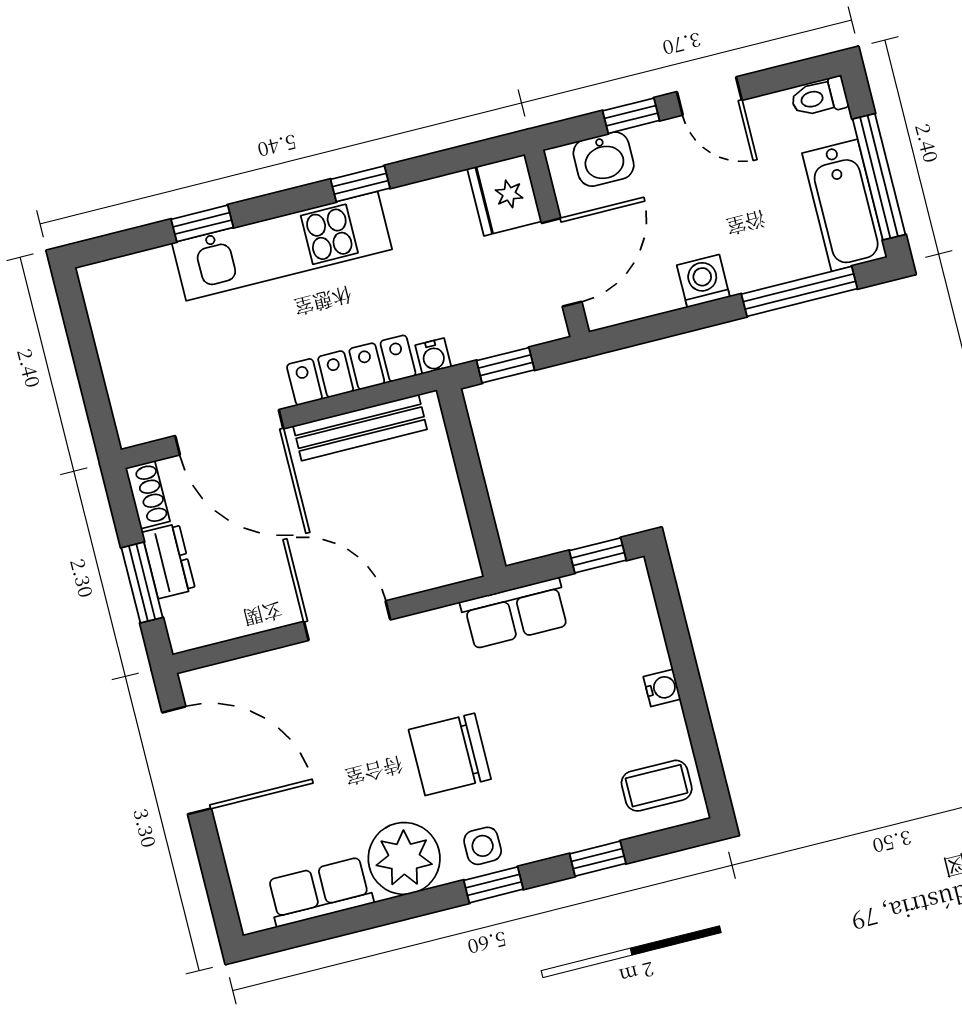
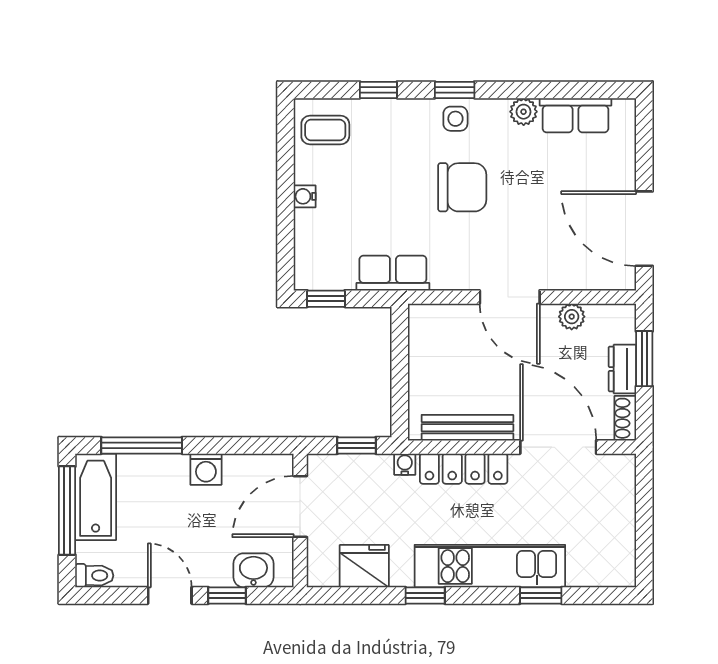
fridge: (504, 195) -> (364, 566), moved, turned -90
plant: (256, 615) -> (572, 317), added
plant: (404, 858) -> (524, 112), width x0.53, depth x0.53

